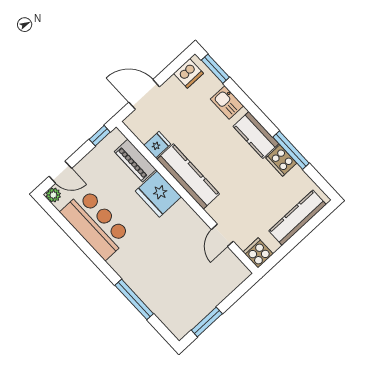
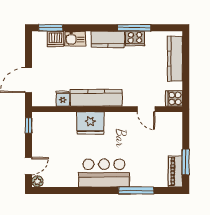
dishwasher: (188, 73) -> (56, 39), moved, turned 90
piano: (135, 161) -> (175, 171), moved, turned 90
bar counter: (96, 224) -> (104, 173), moved

